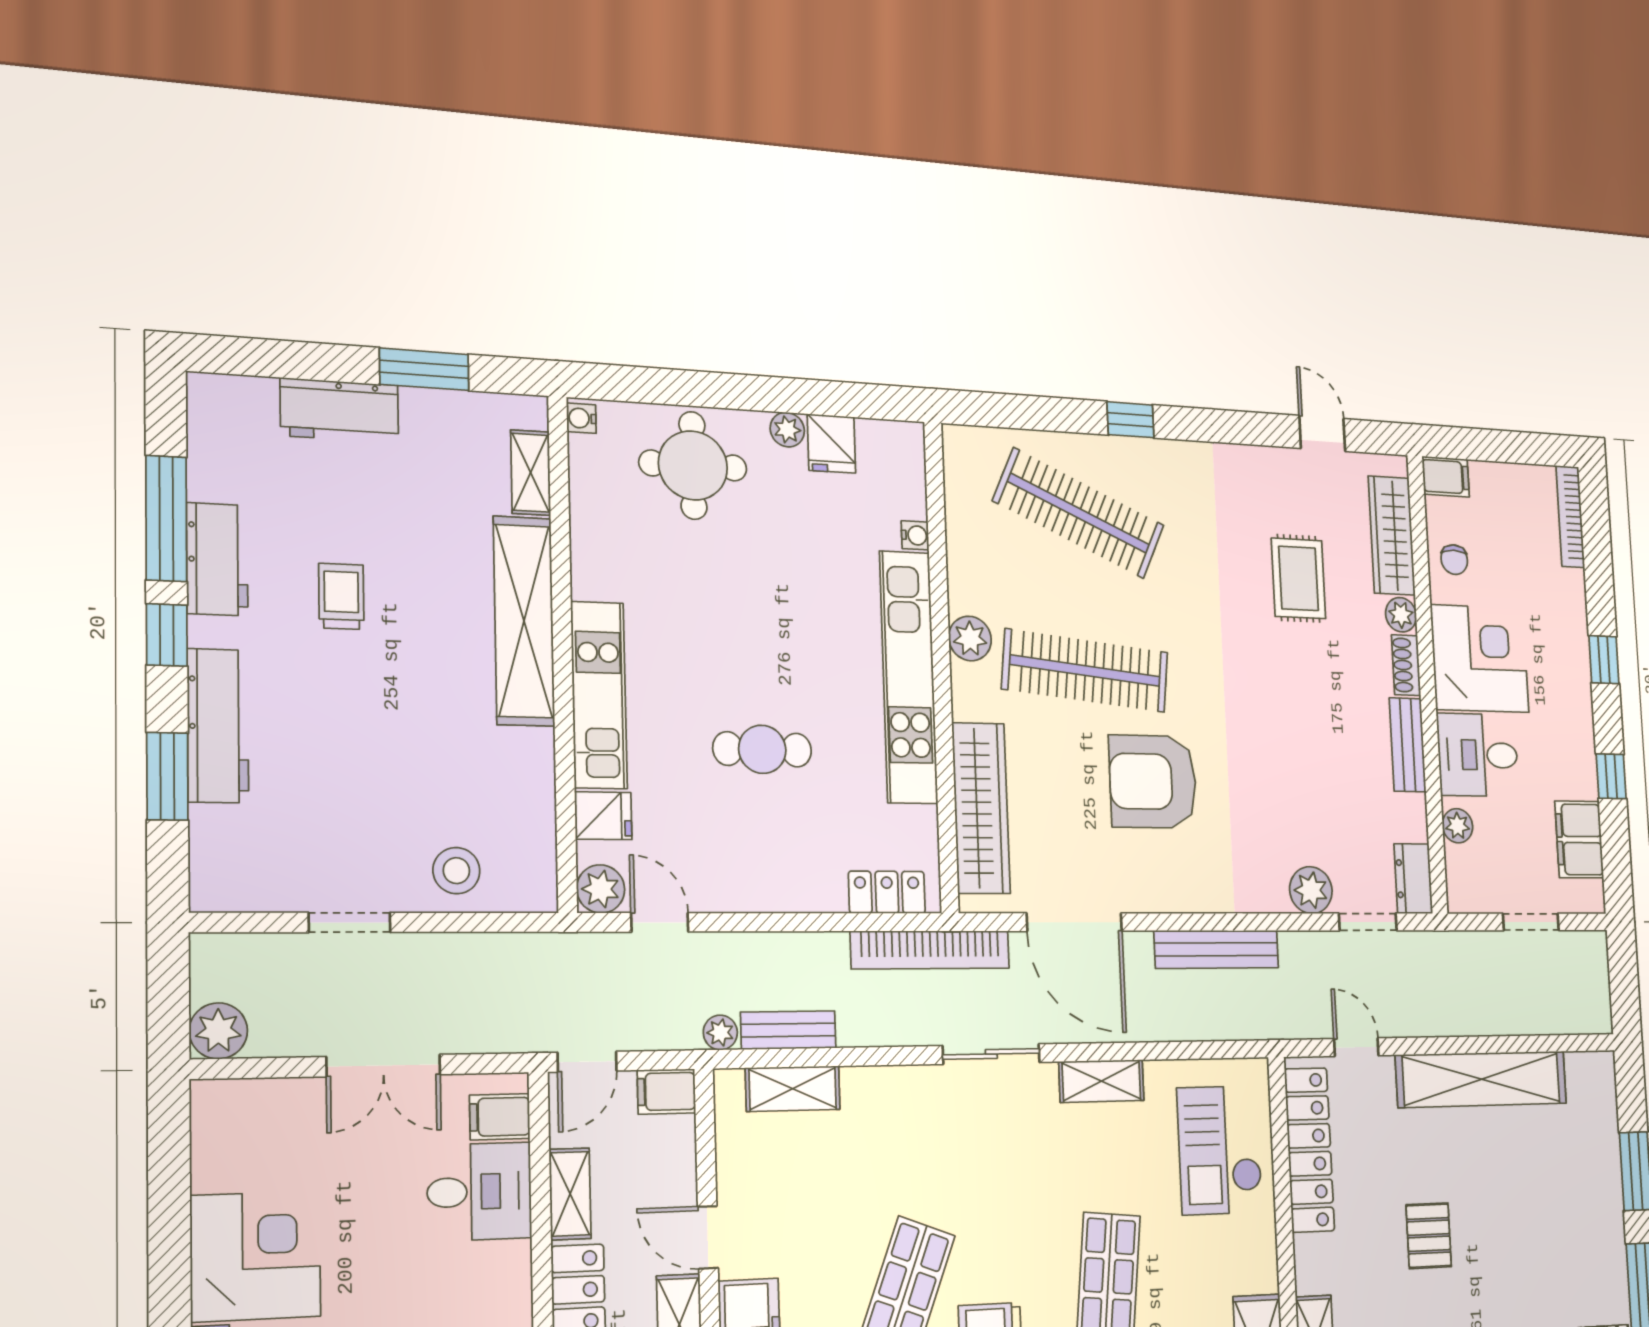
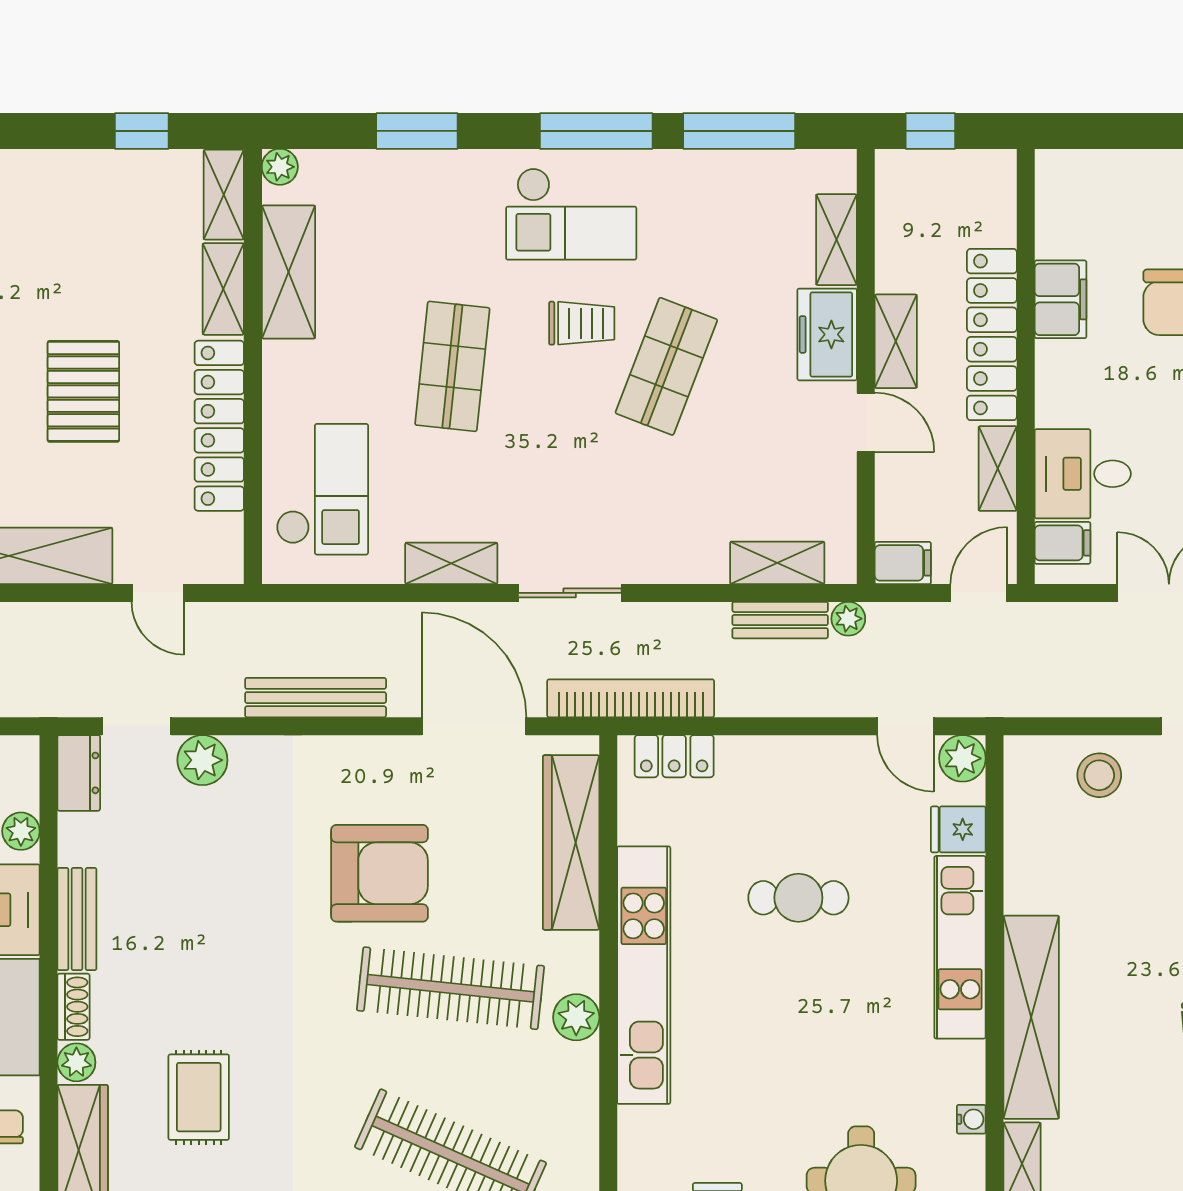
water cooler: (915, 535) -> (971, 1119), moved, turned 180
locker: (1309, 1150) -> (219, 426), moved
pallet: (1429, 1236) -> (83, 391), width x1.50, depth x1.42

